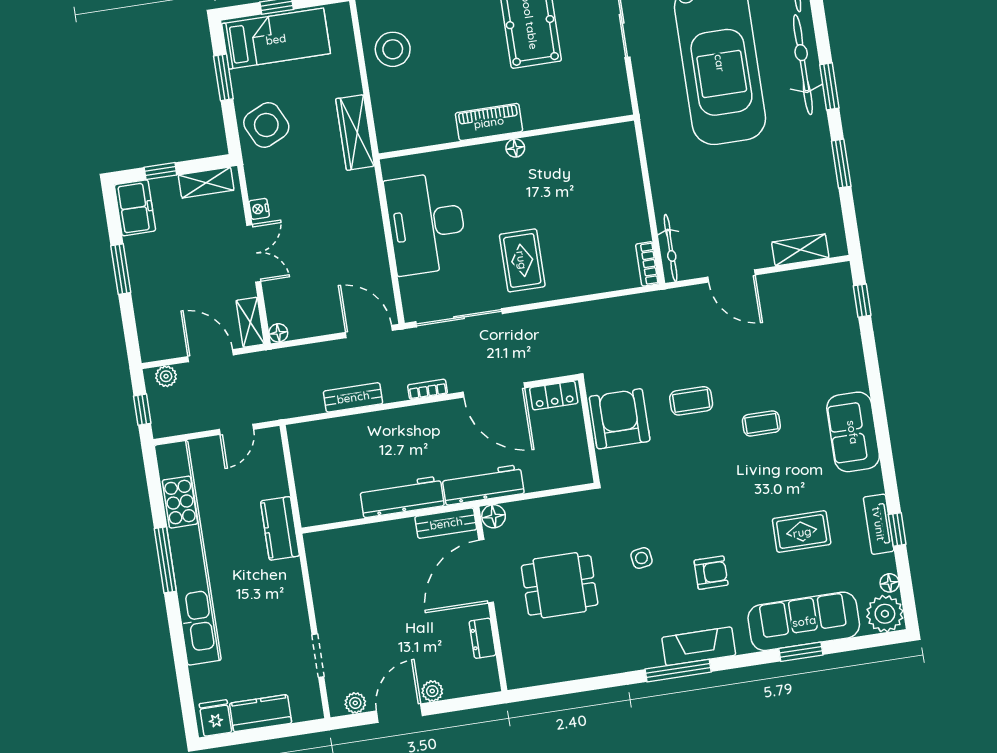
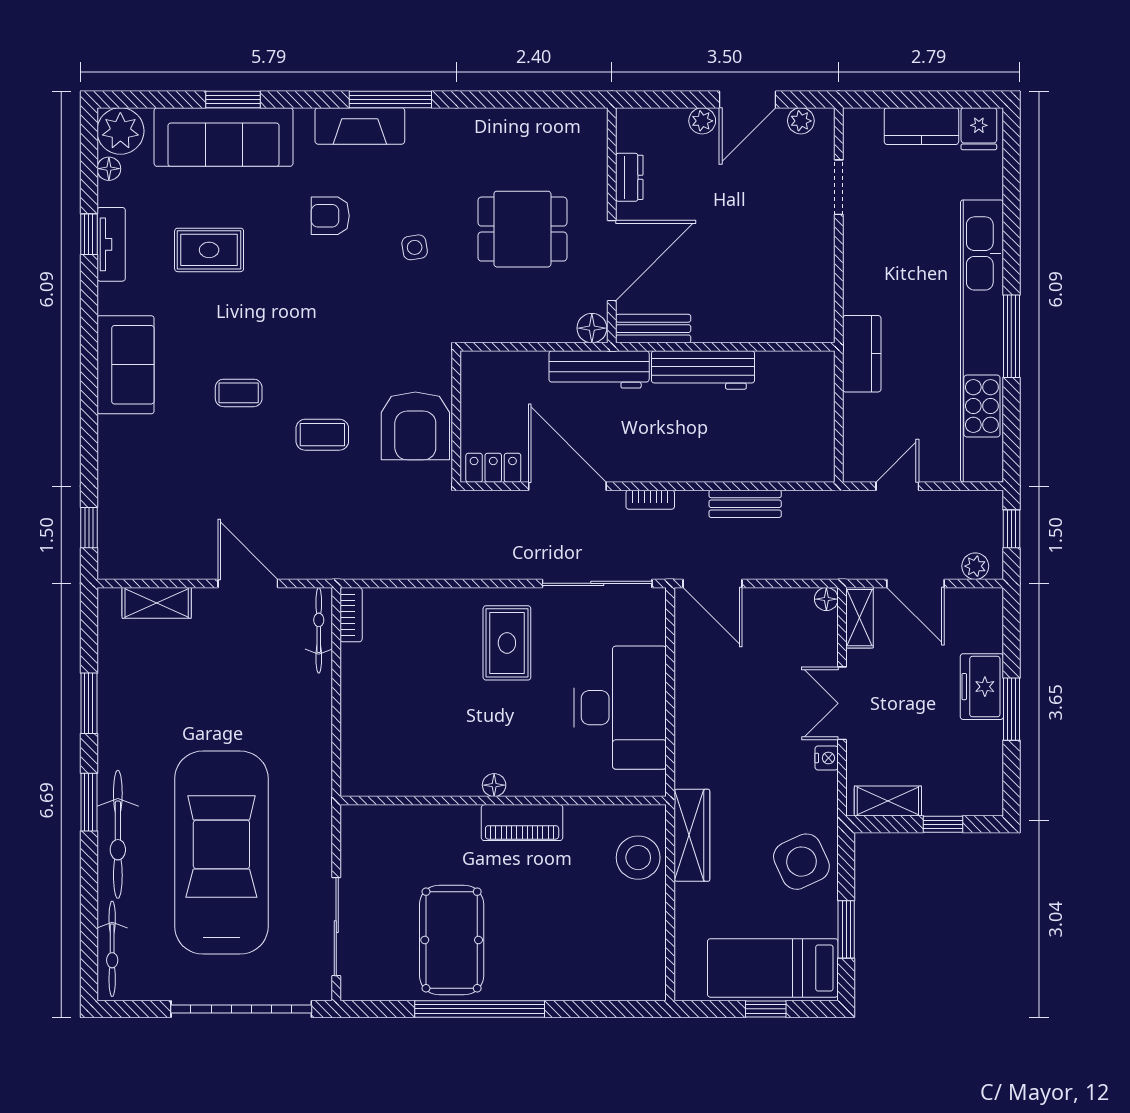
stool: (393, 49) -> (638, 858), moved
freezer: (135, 208) -> (982, 687), moved

